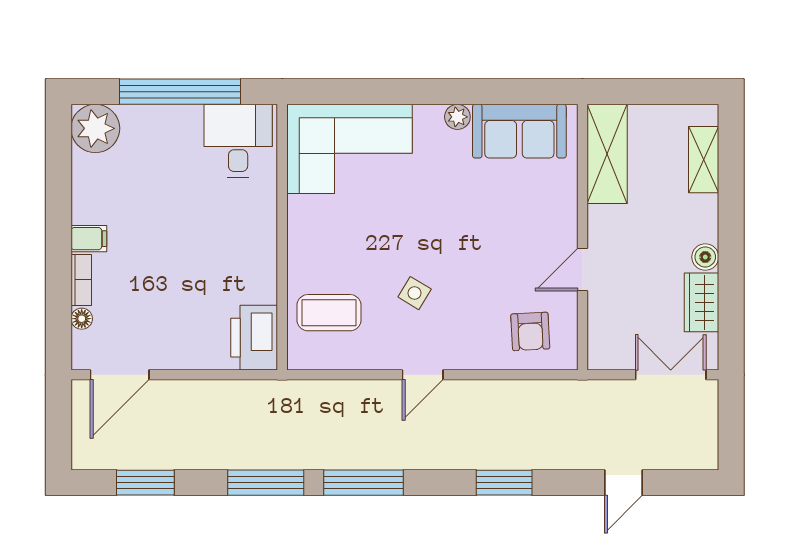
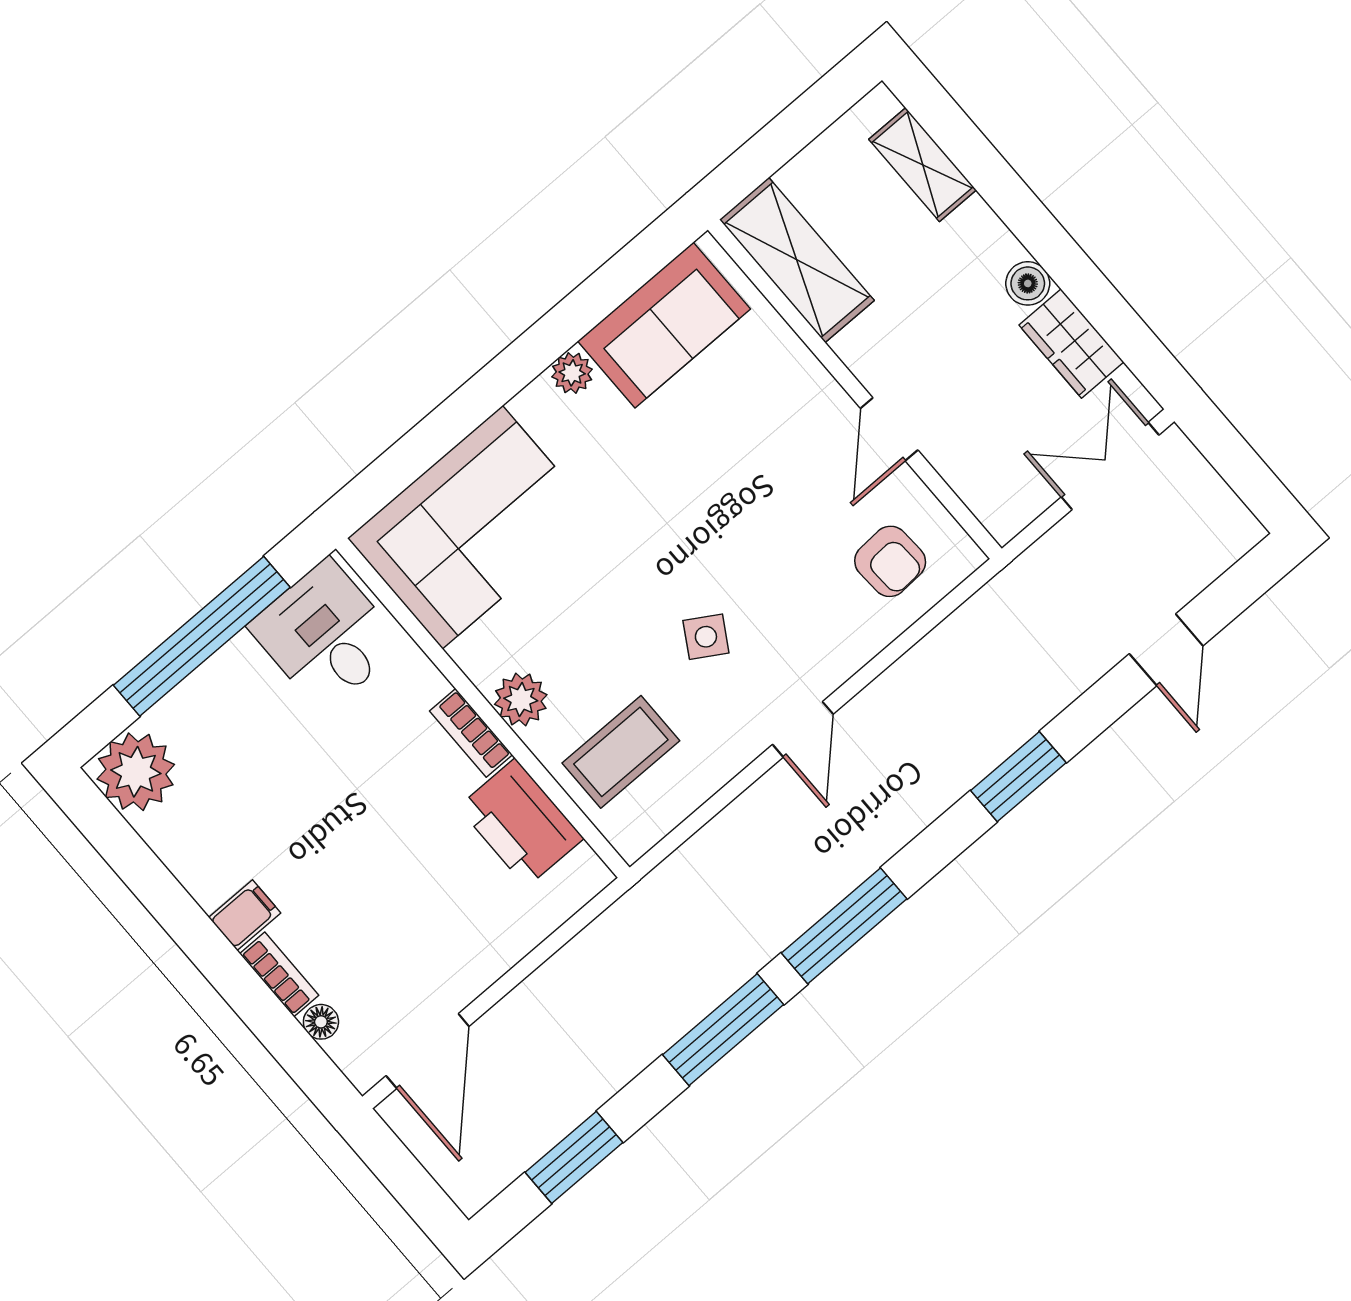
bookcase: (267, 244) -> (471, 733), added
plant: (303, 248) -> (521, 699), added
printer: (254, 338) -> (521, 823), moved

